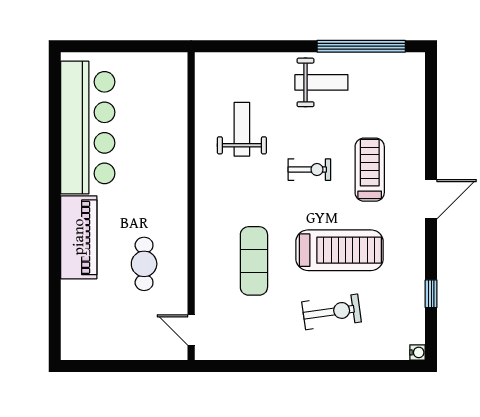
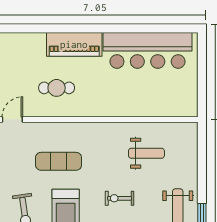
exercise bike: (309, 170) -> (120, 198), turned 90

